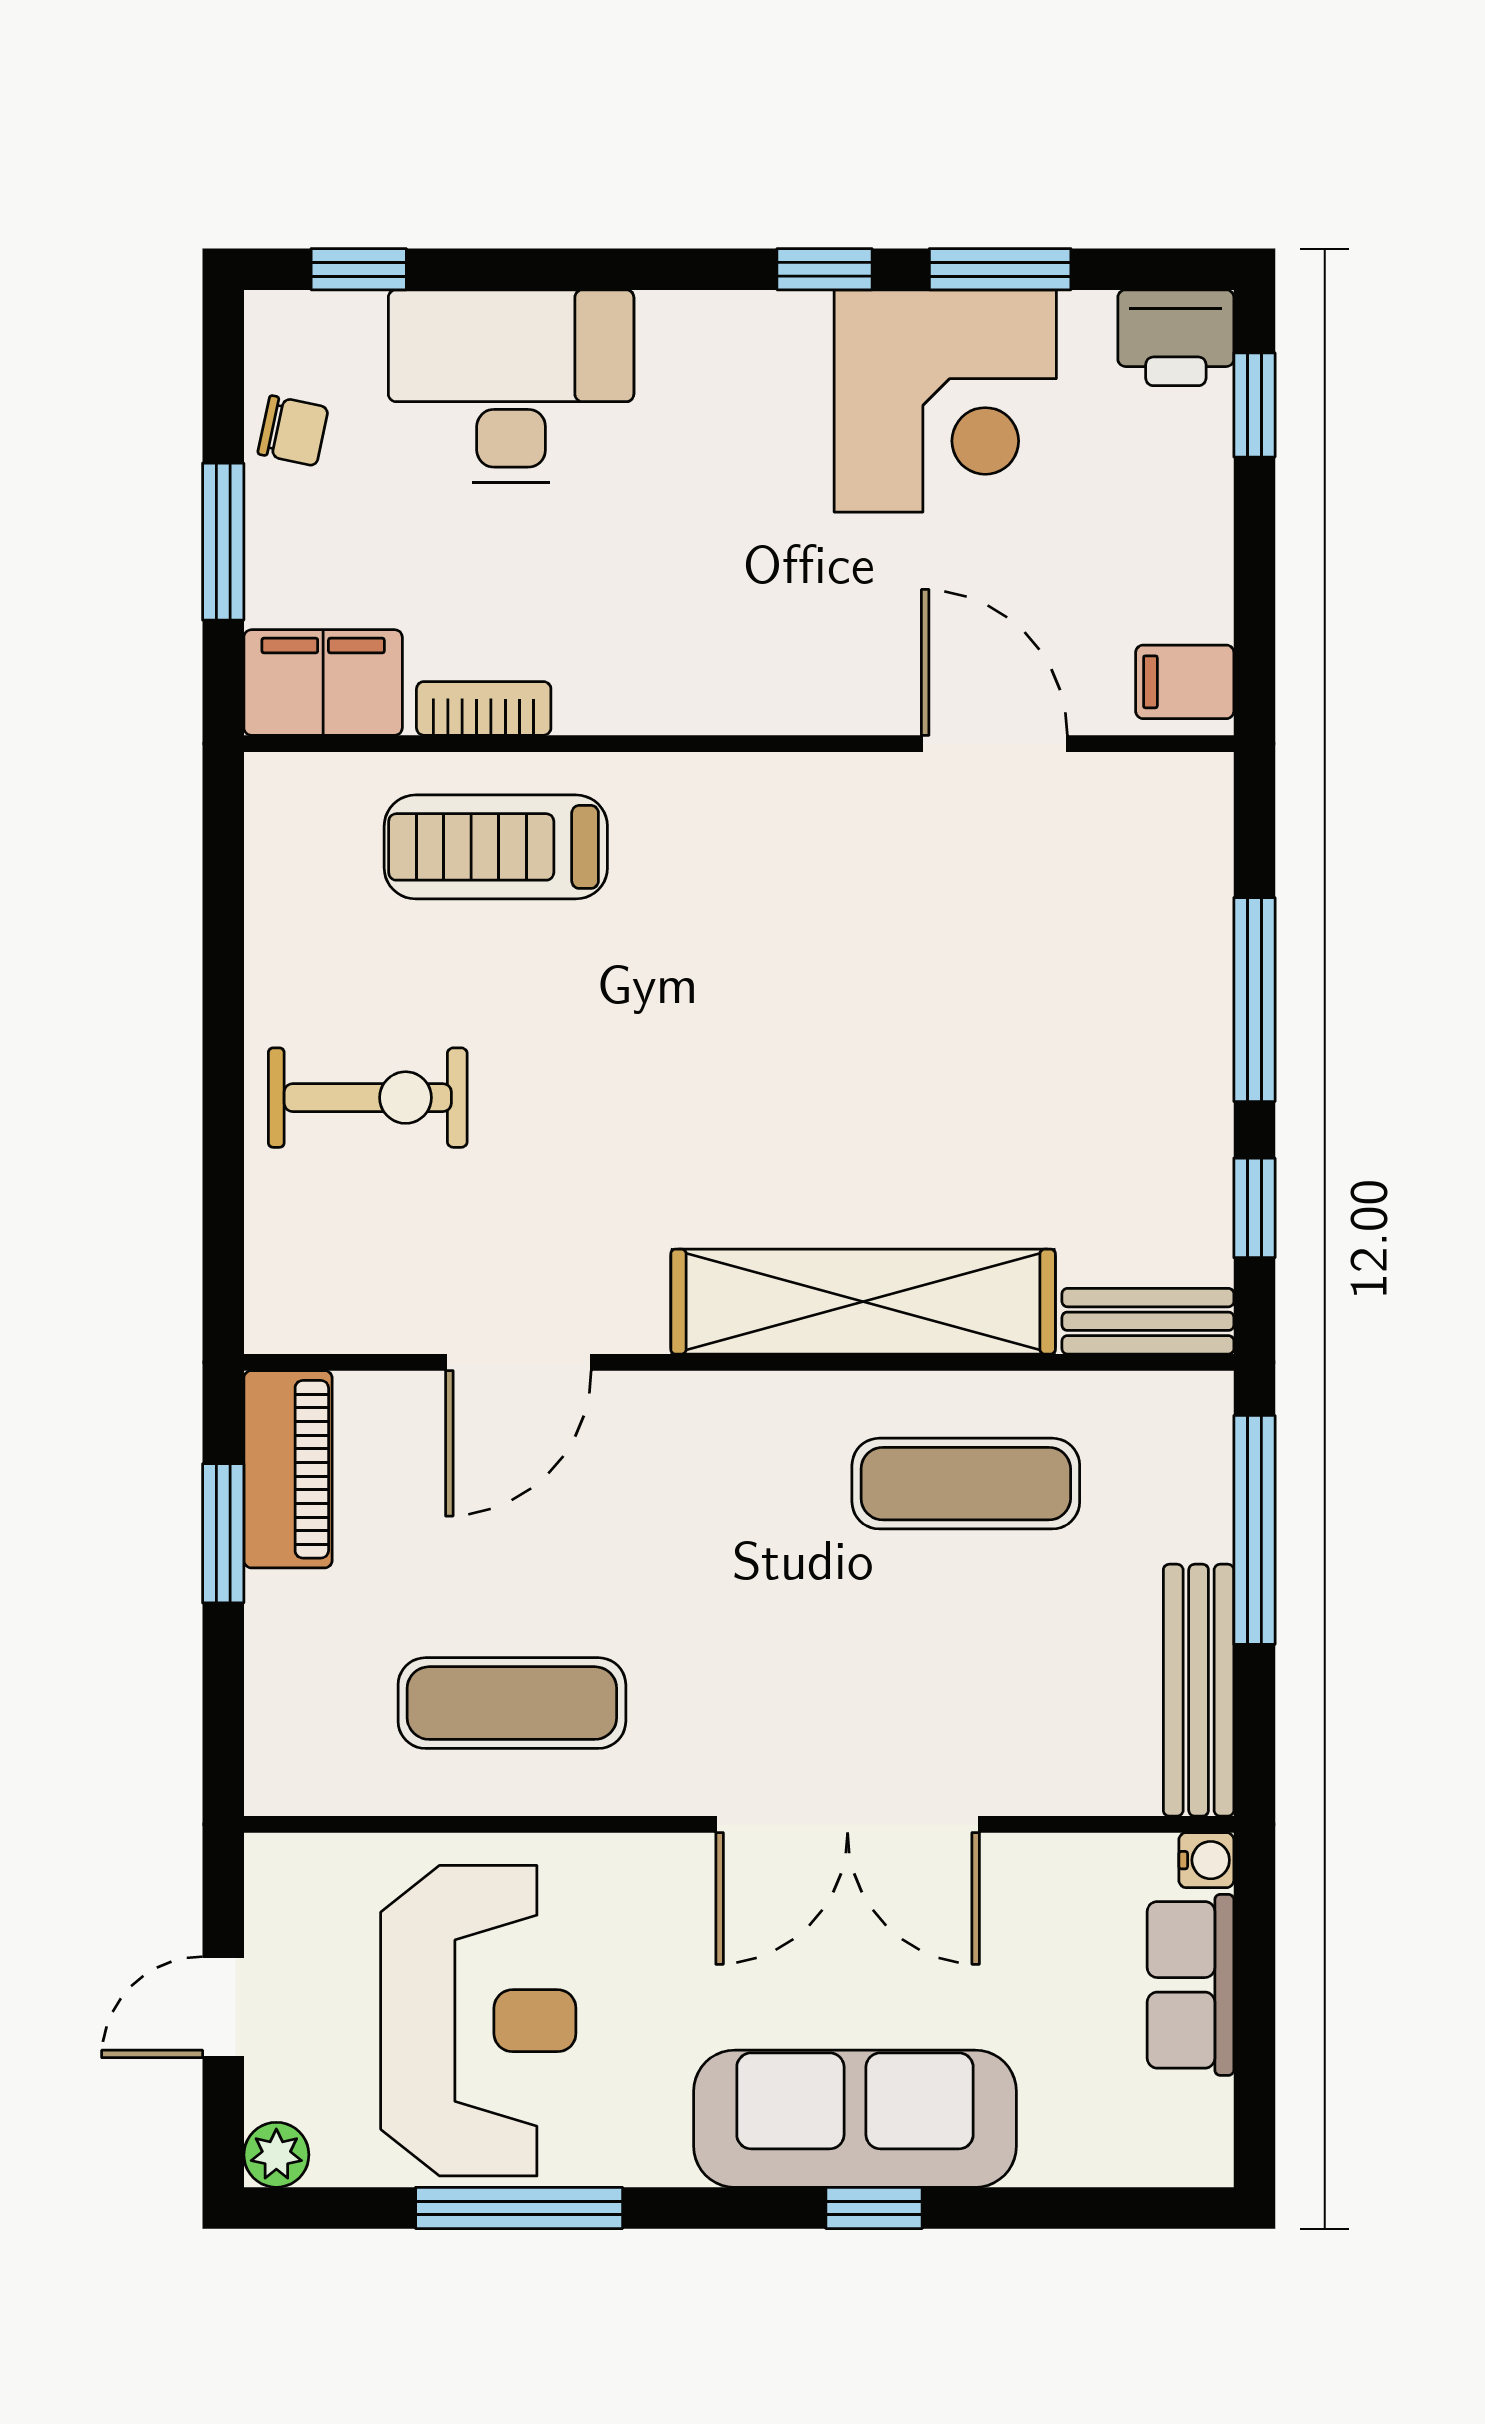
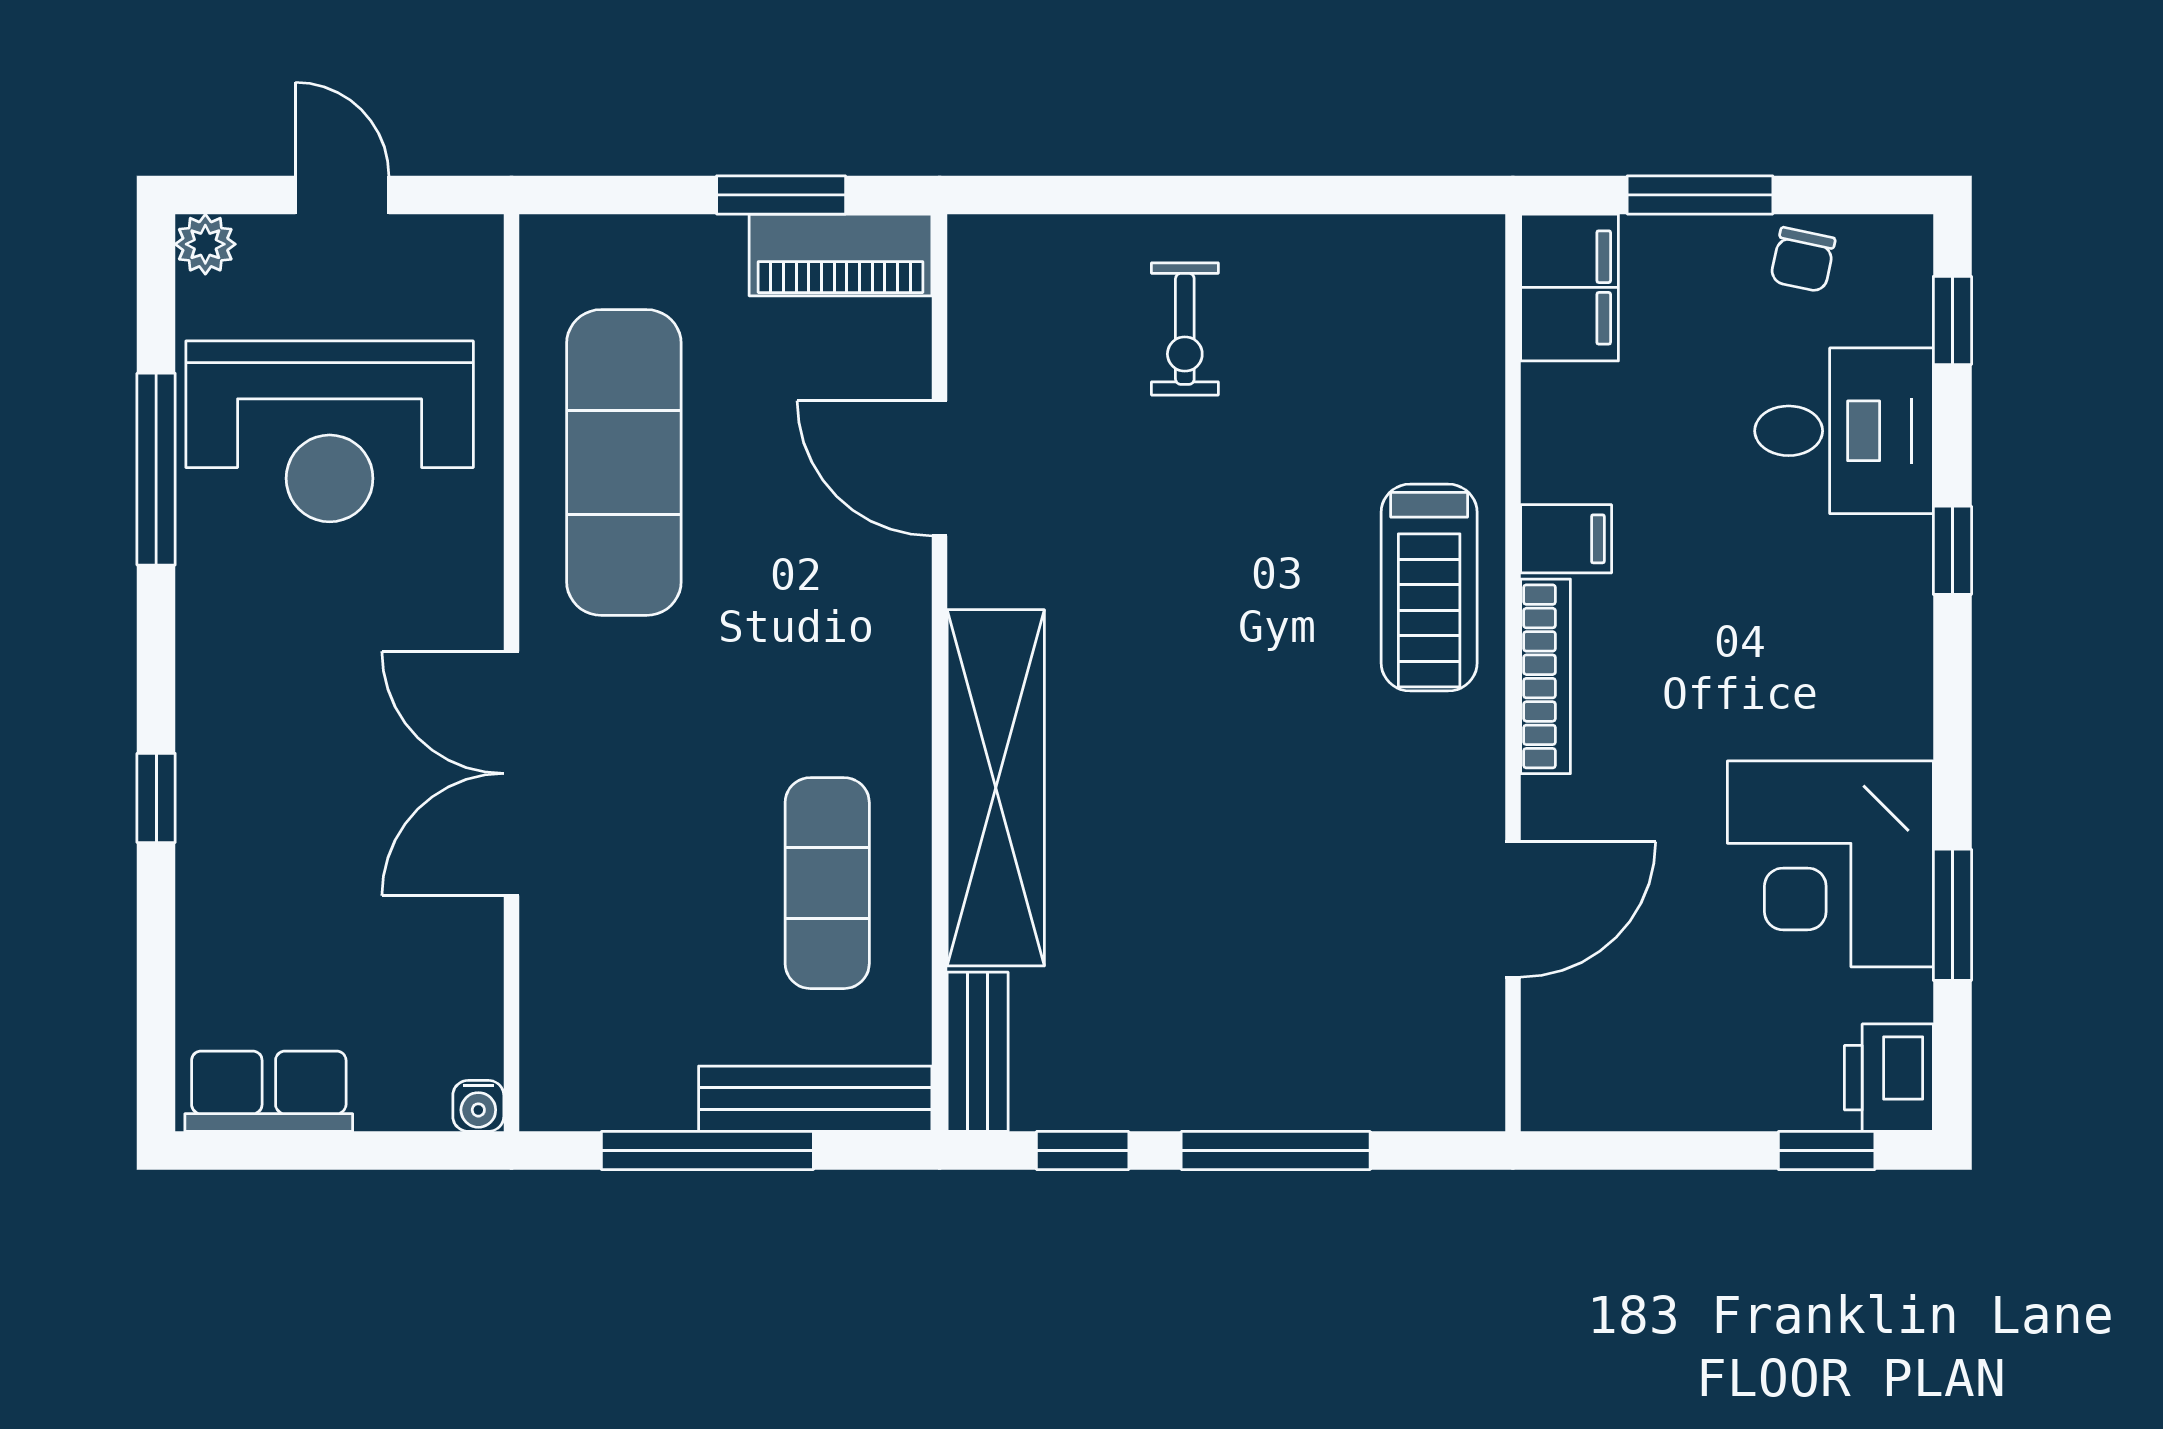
window: (824, 269) -> (1952, 550), moved
desk: (511, 386) -> (1844, 431), width x0.73
filing cabinet: (1185, 682) -> (1566, 539), moved, turned 90
bookcase: (484, 708) -> (1545, 676), moved, width x1.56
treadmill: (496, 847) -> (1429, 588), moved, turned 180
exercise bike: (368, 1098) -> (1185, 329), width x0.73, depth x0.72
window: (1254, 1530) -> (707, 1151), moved
bench: (1199, 1690) -> (815, 1099), moved
exercise mat: (512, 1703) -> (624, 462), width x1.36, depth x1.45
row of seats: (1191, 1985) -> (269, 1091), moved
sofa: (855, 2119) -> (239, 780), removed

